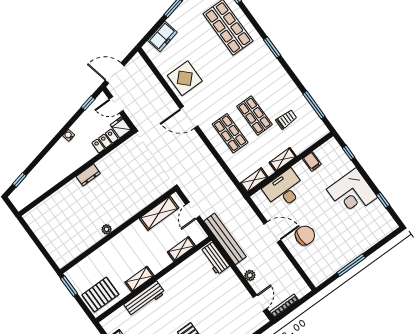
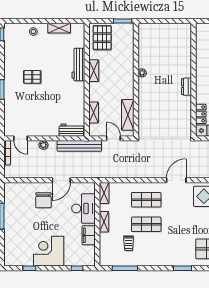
filing cabinet: (312, 161) -> (89, 235), width x2.00

